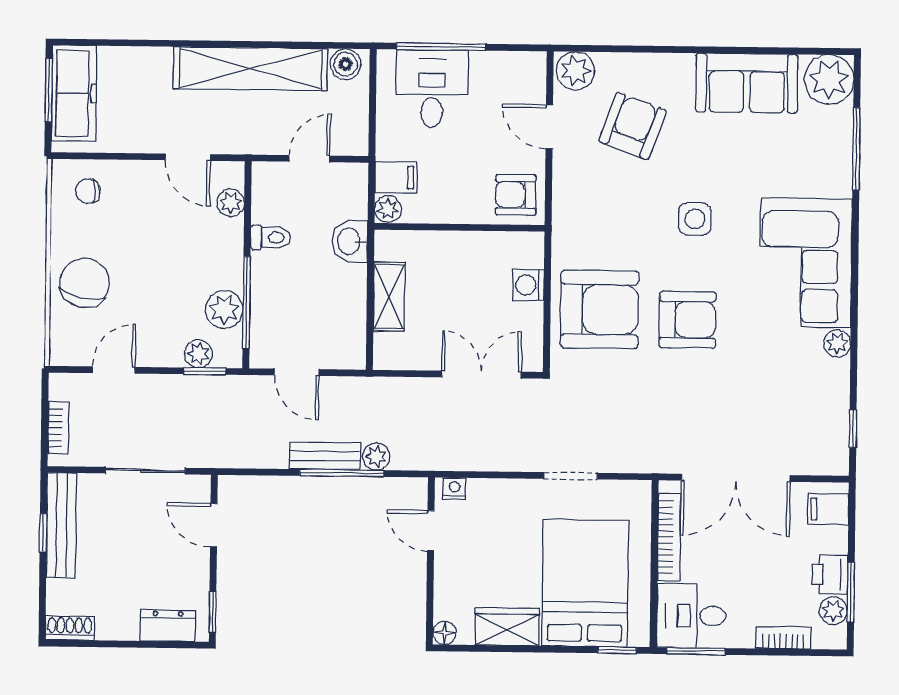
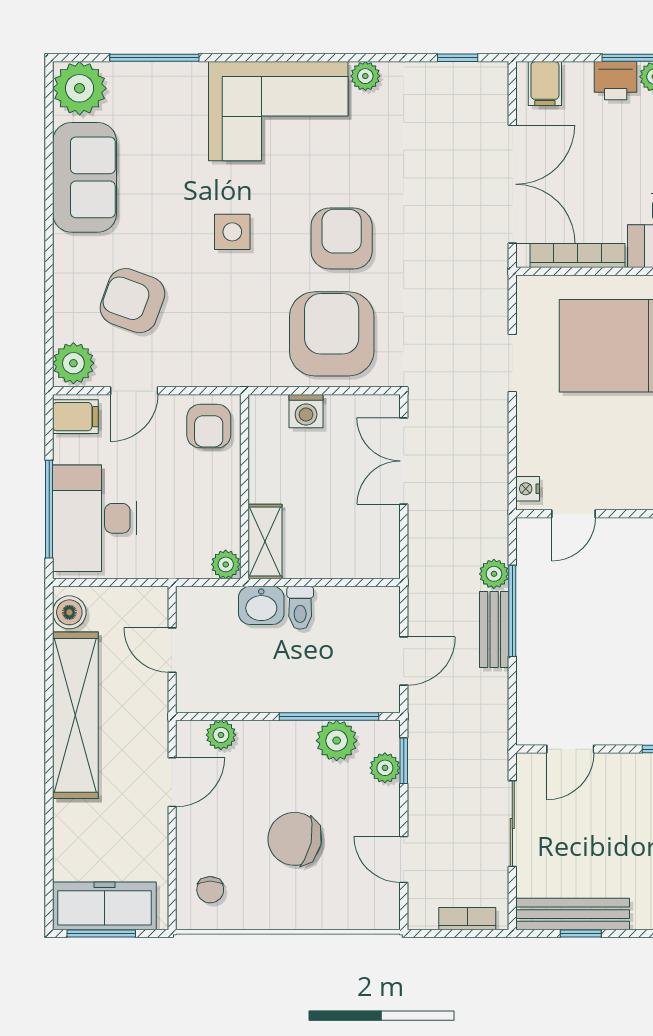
desk: (432, 89) -> (95, 518), width x1.37
filing cabinet: (396, 177) -> (75, 417), moved, turned 90
toilet: (271, 238) -> (300, 608), moved, turned 180
chair: (84, 283) -> (295, 839), moved
shelving: (389, 297) -> (265, 542), moved, turned 90

